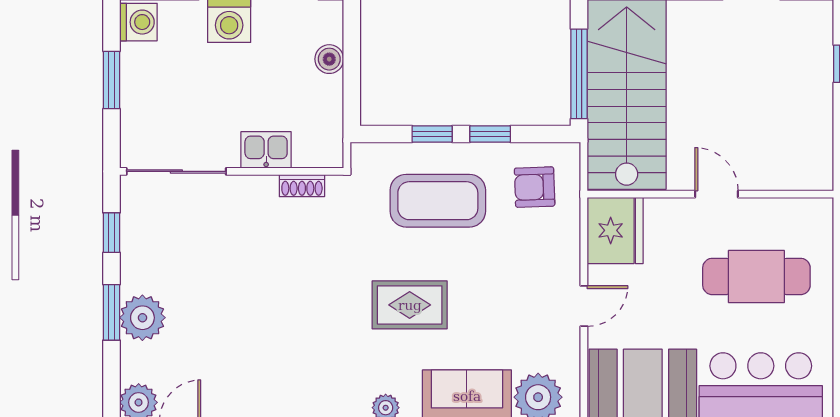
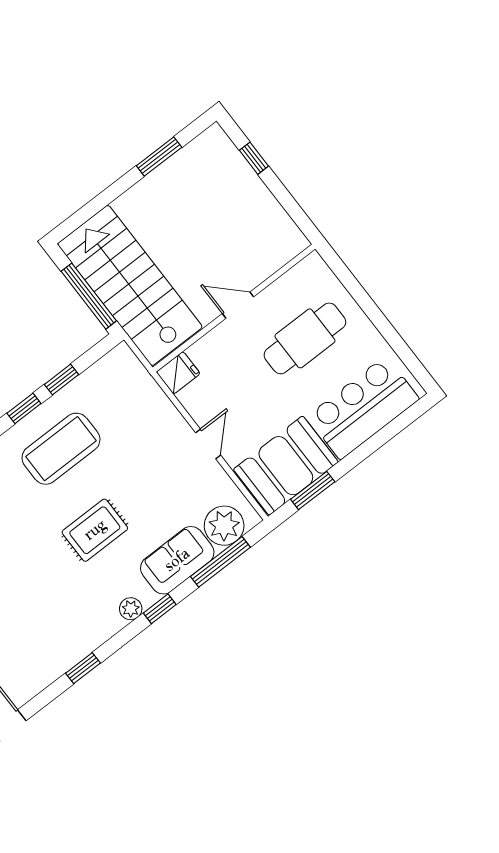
armchair: (535, 187) -> (117, 391), removed
fridge: (615, 230) -> (178, 373), width x0.53, depth x0.75

